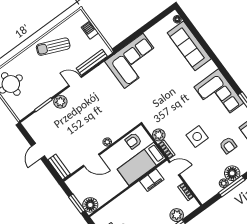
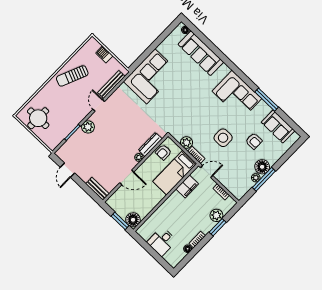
door: (75, 81) -> (99, 105), hinge flipped
dresser: (121, 131) -> (150, 144), added
door: (38, 151) -> (67, 170), moved

